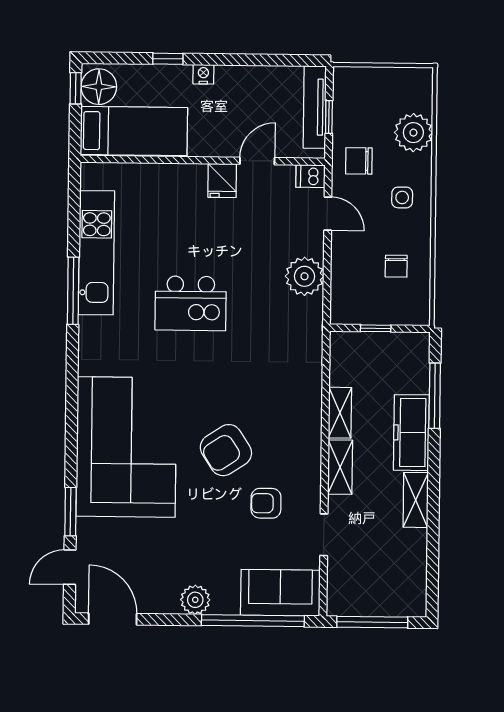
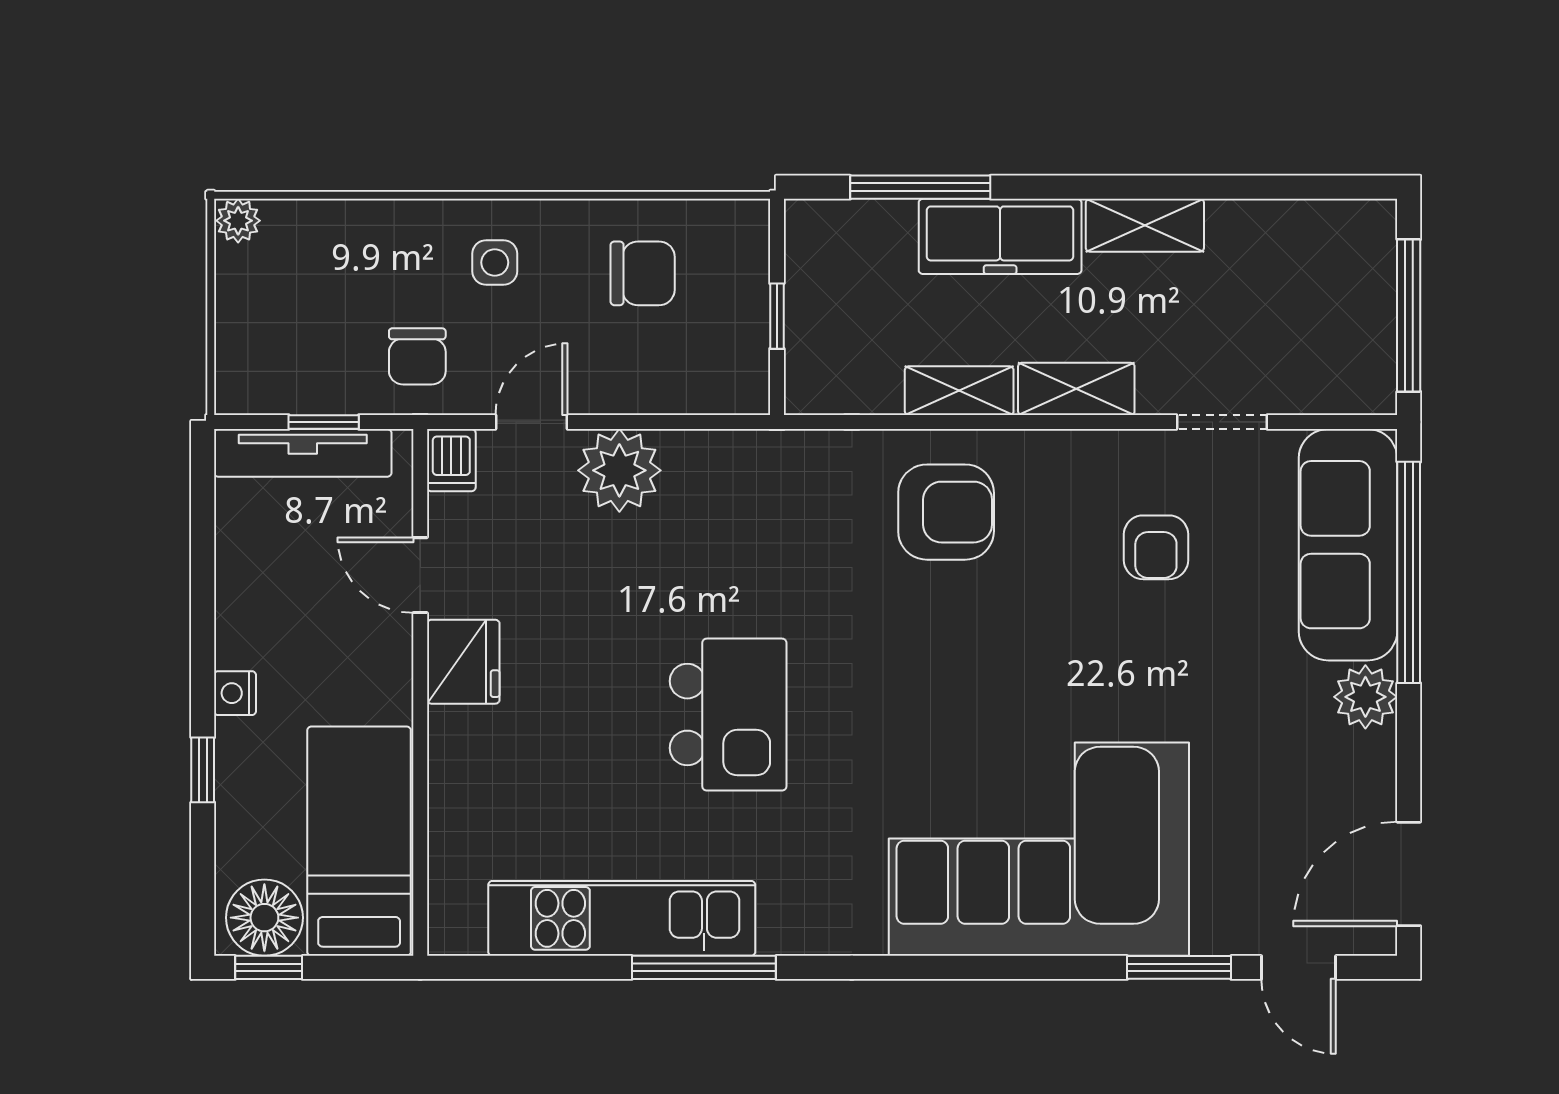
plant: (413, 133) -> (238, 221), moved, width x0.53, depth x0.53
fridge: (222, 181) -> (463, 662), width x1.38
chair: (396, 266) -> (643, 273), width x1.37, depth x1.37
plant: (305, 276) -> (619, 470), moved
armchair: (226, 450) -> (946, 512), moved, turned -57
sofa: (280, 593) -> (1348, 545), width x1.36

